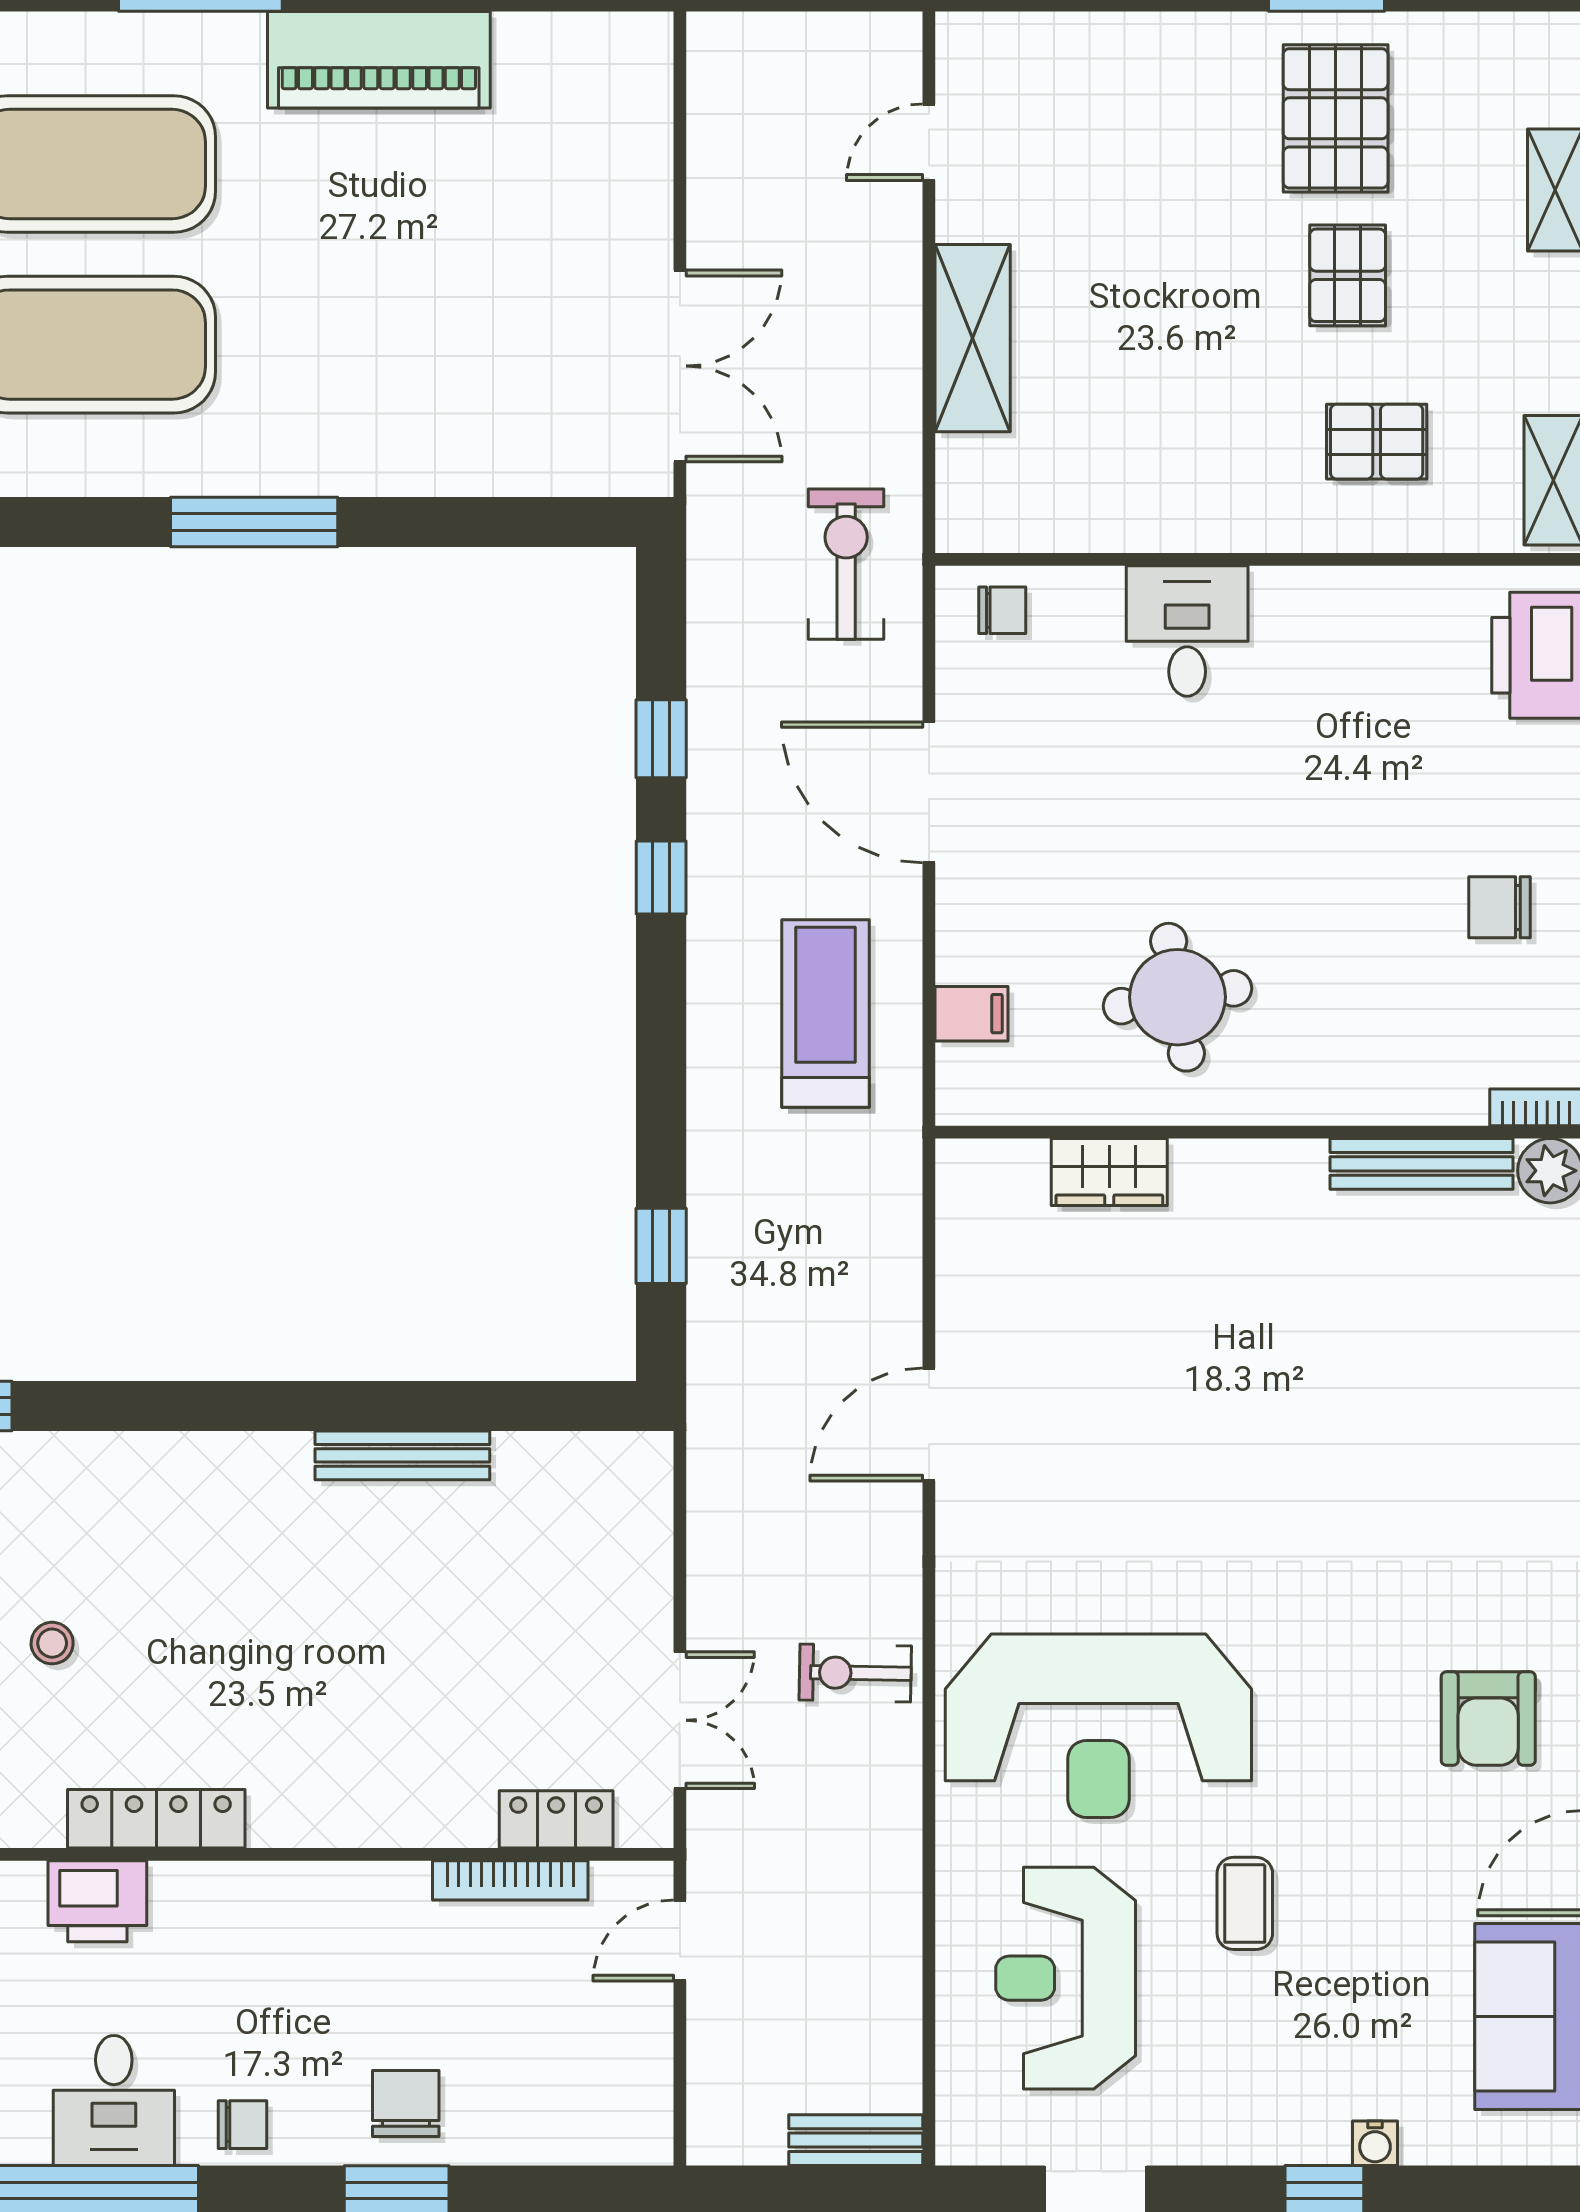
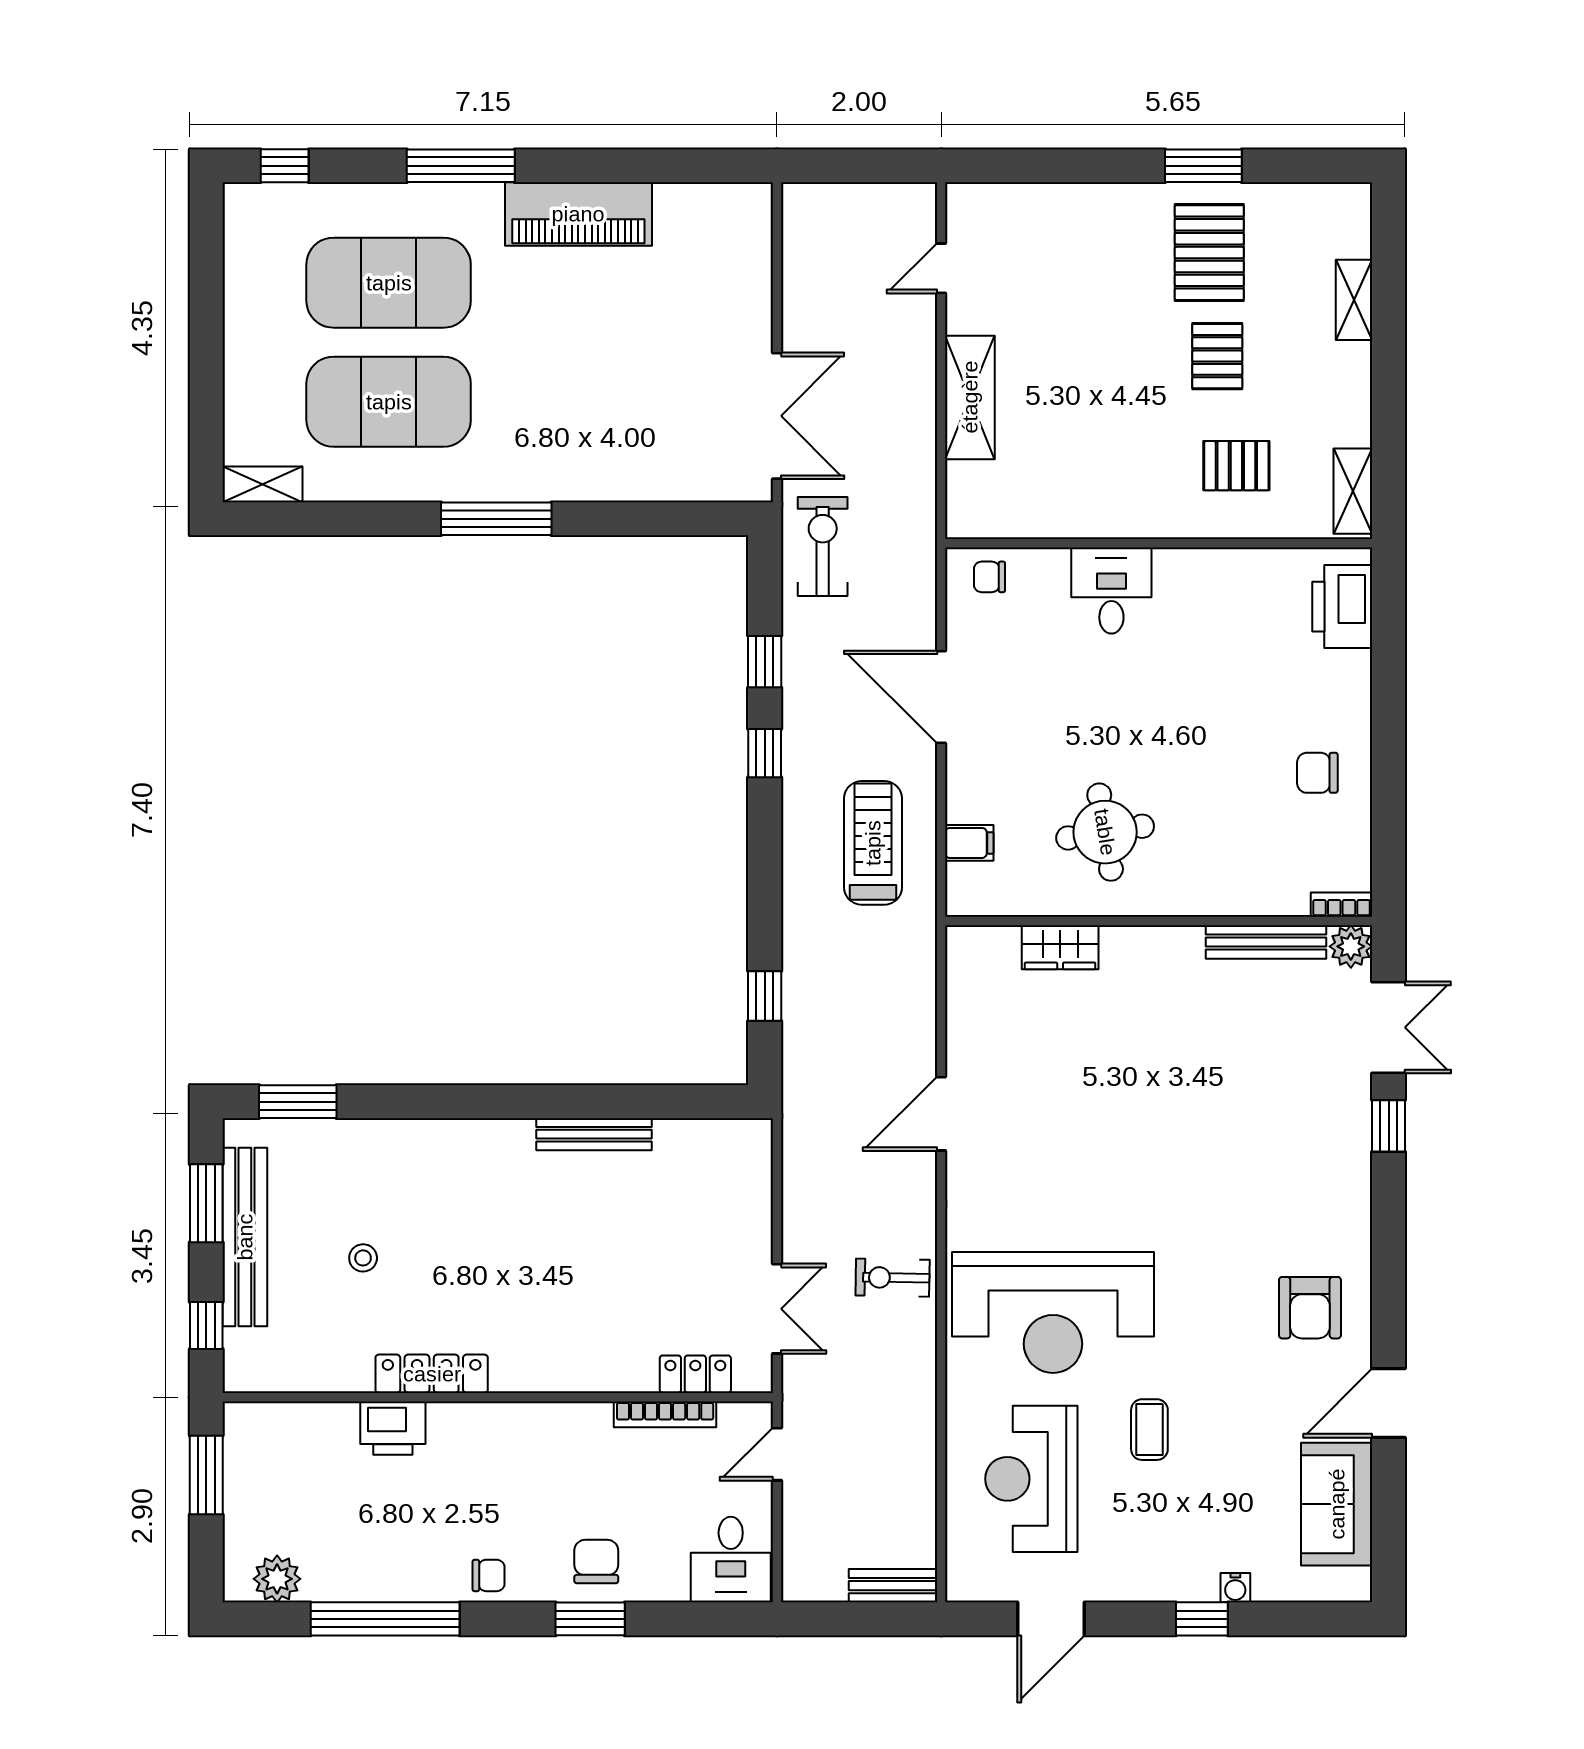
exercise bike: (846, 564) -> (823, 546), moved
chair: (1002, 610) -> (990, 577), turned 180
desk: (114, 2100) -> (731, 1560), moved

